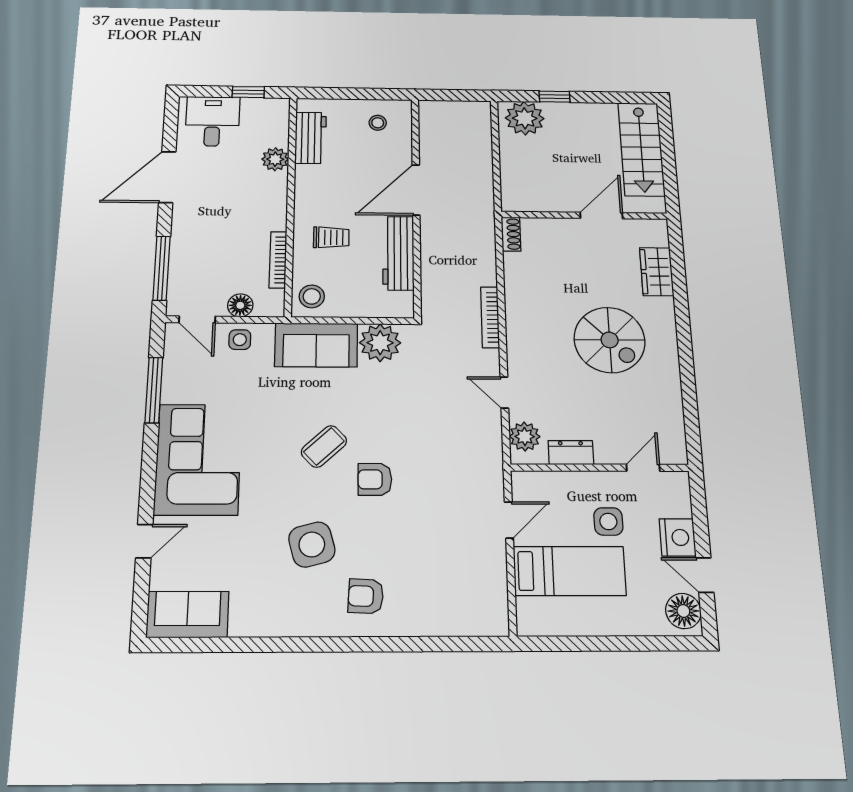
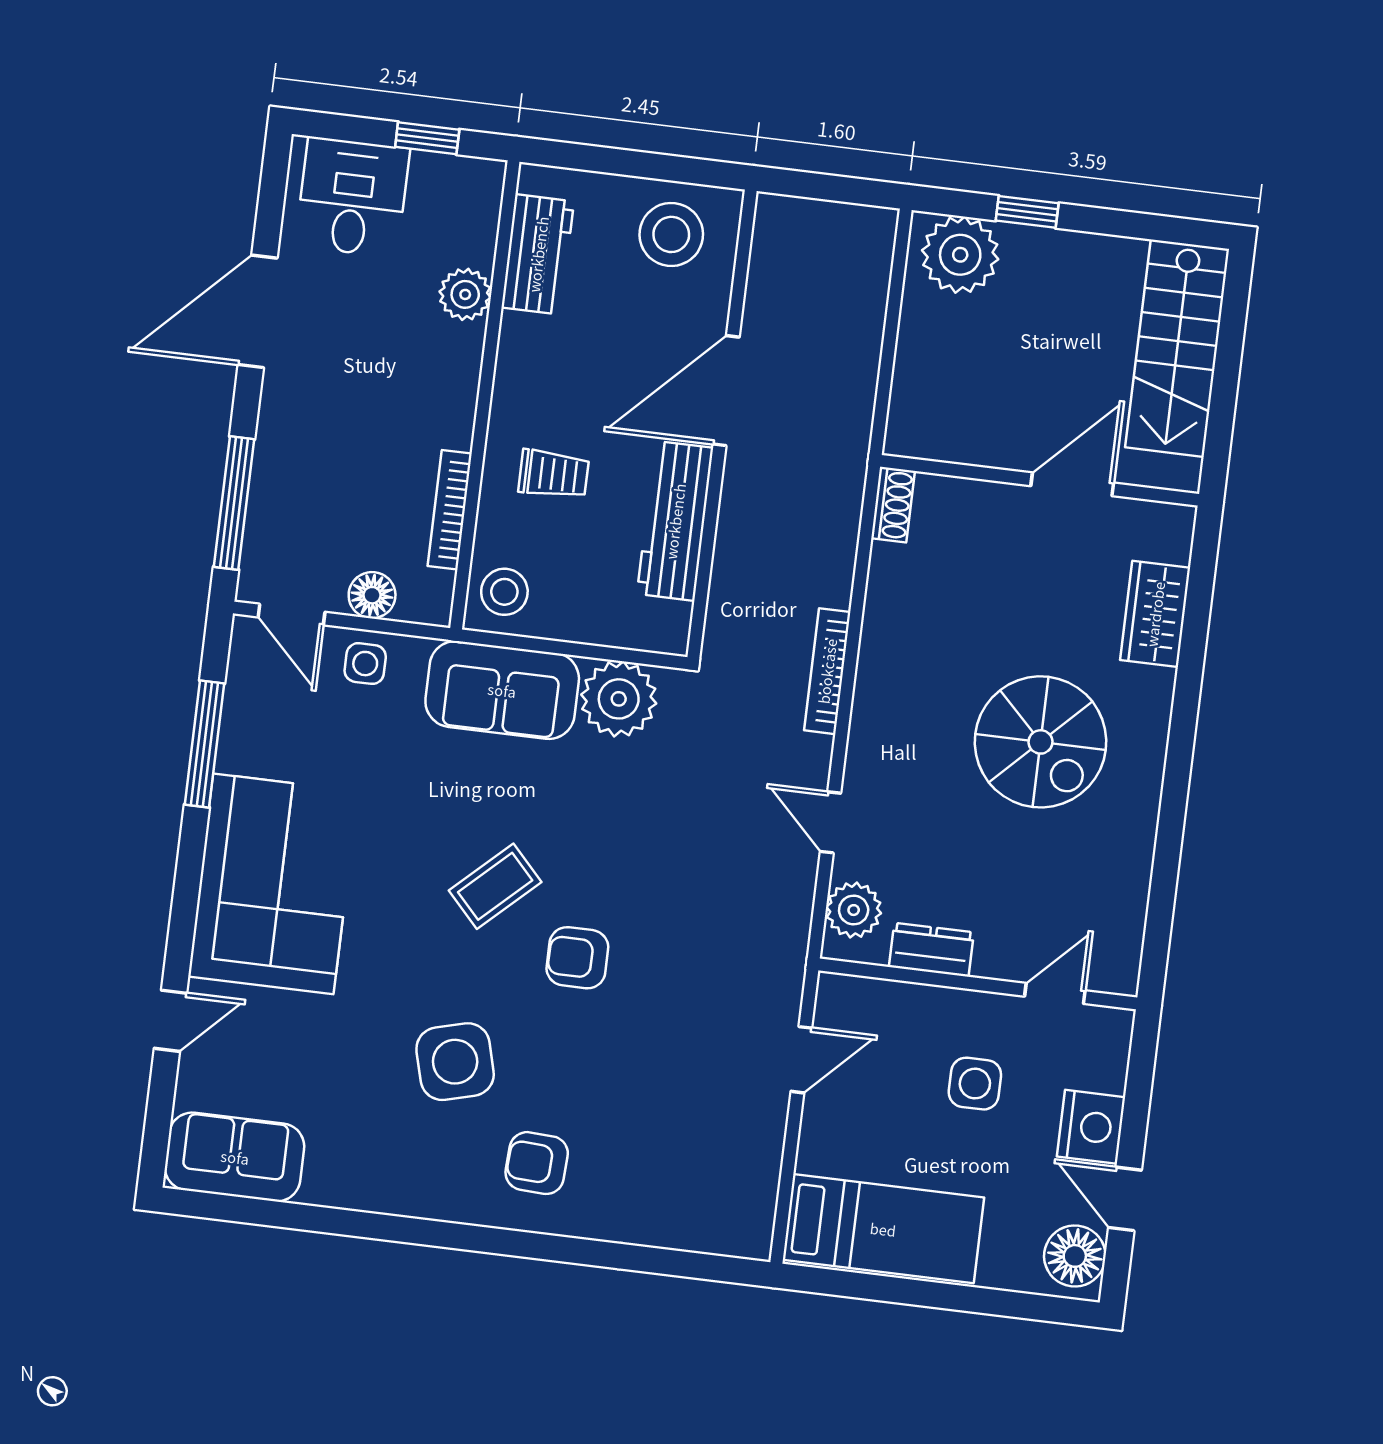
stool: (378, 123) -> (671, 234), width x1.89, depth x1.89
bed: (569, 571) -> (883, 1229), moved

